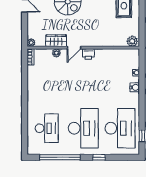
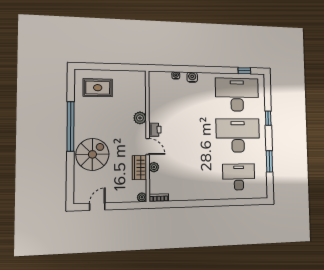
plant: (132, 41) -> (140, 118), moved
window: (60, 157) -> (269, 161), width x0.47

